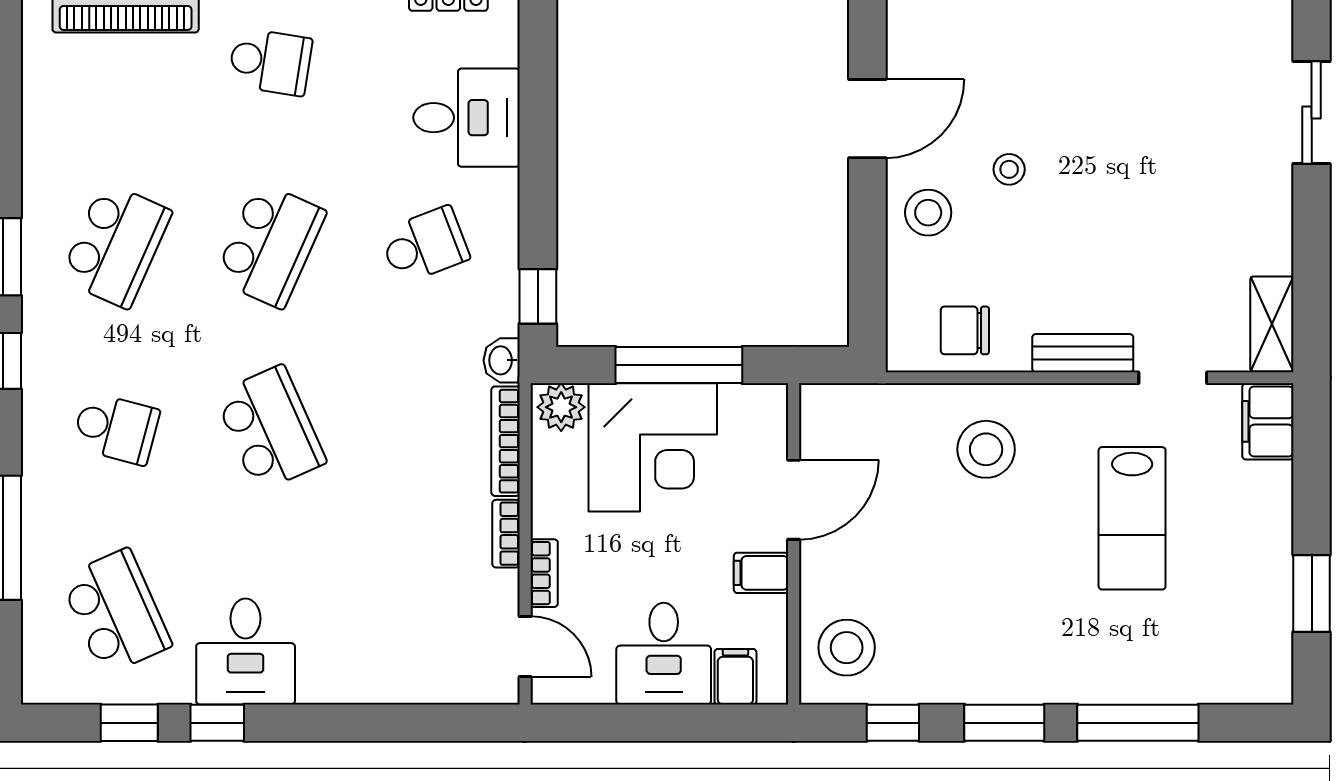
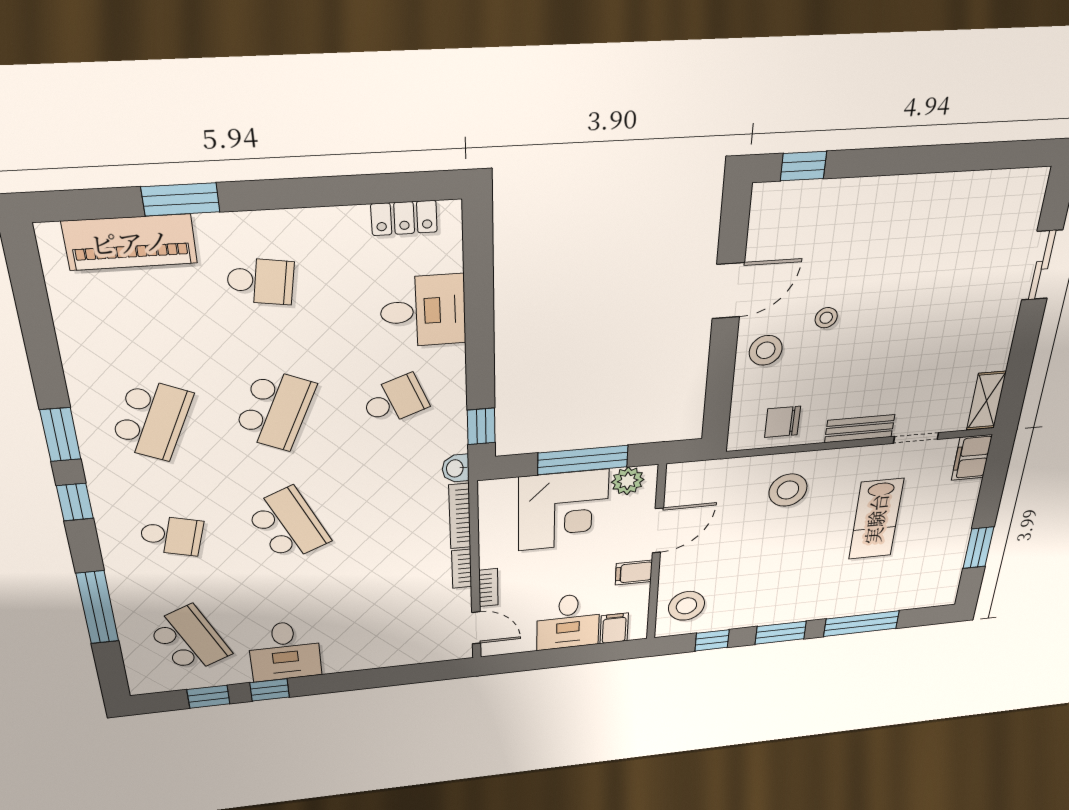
plant: (561, 407) -> (628, 481), moved

